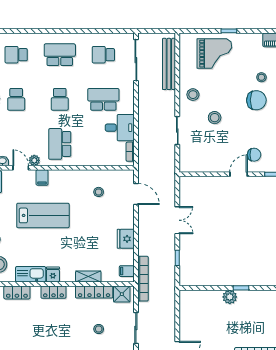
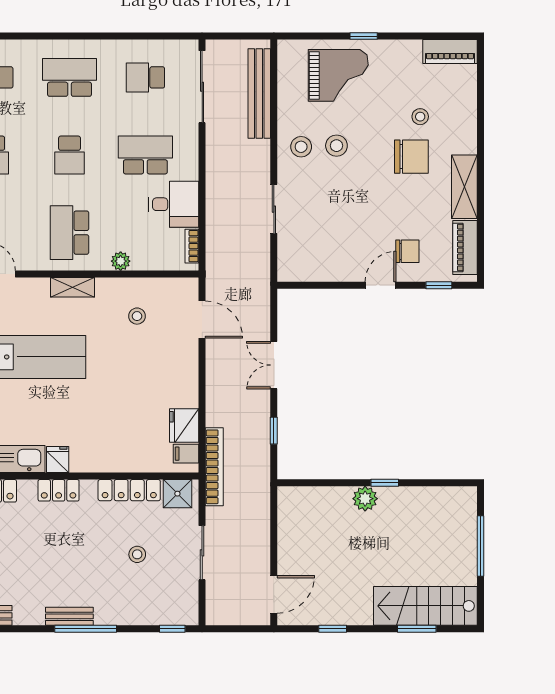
stool: (215, 118) -> (336, 146), moved
plant: (34, 160) -> (121, 261), moved
filing cabinet: (42, 178) -> (39, 291), removed
double door: (177, 220) -> (274, 365), swing flipped
fridge: (126, 239) -> (184, 425), moved
shelving: (88, 276) -> (72, 287), moved

